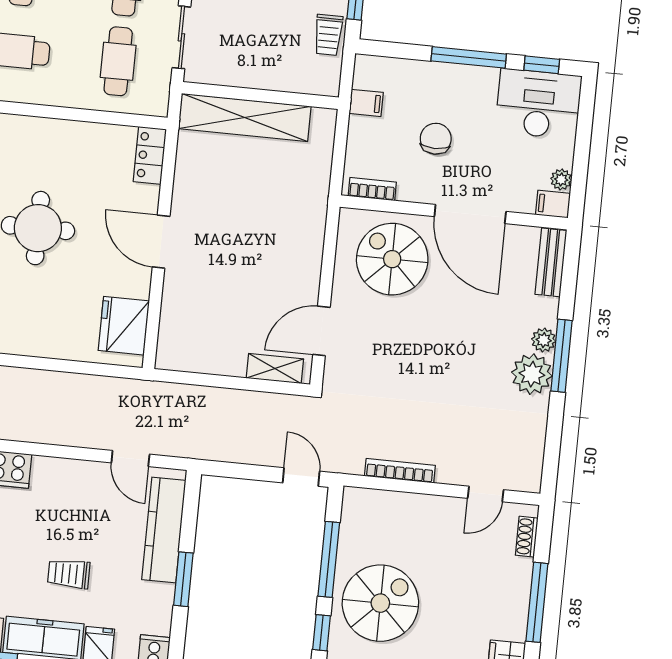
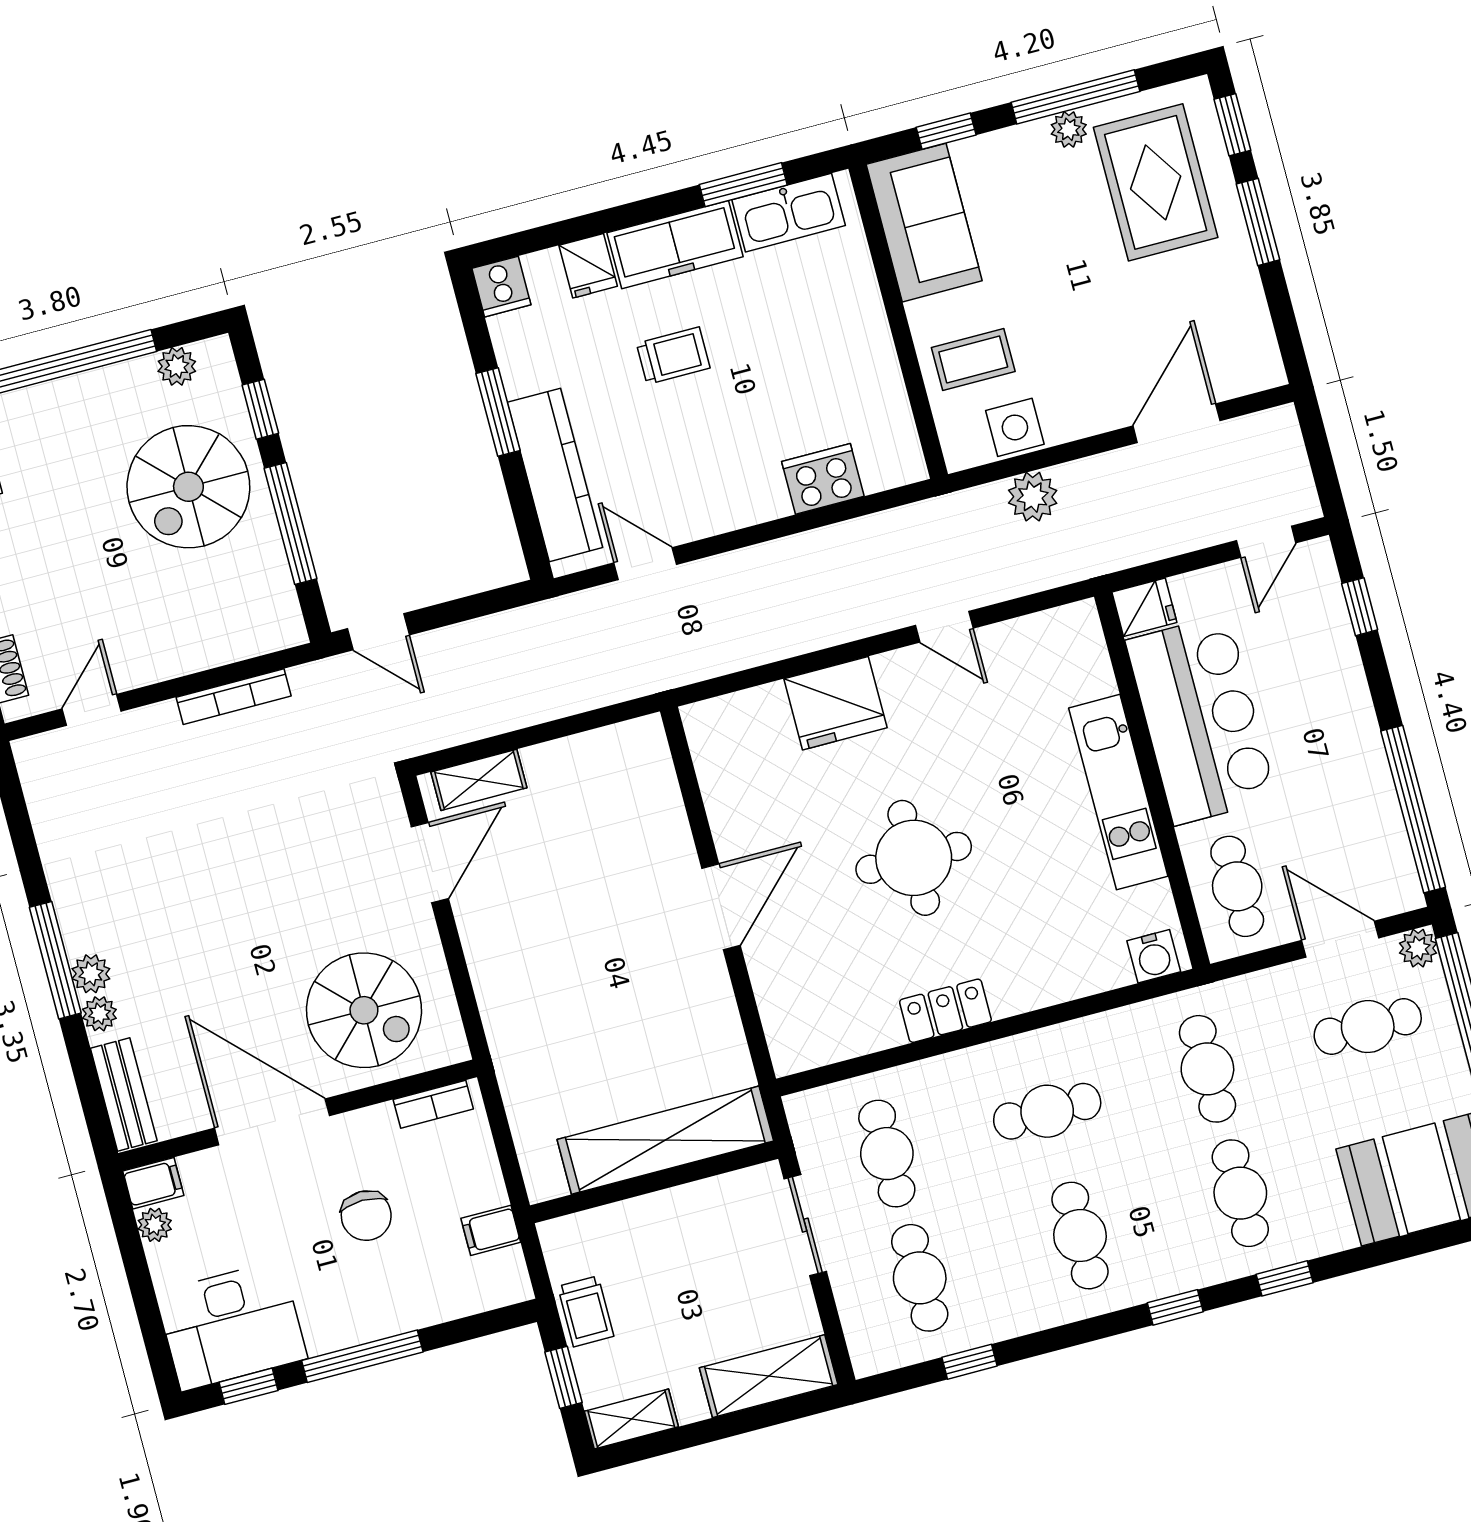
trolley: (328, 35) -> (586, 1311), turned 180
locker: (150, 155) -> (945, 1011), moved, turned -90
door: (161, 242) -> (721, 907), hinge flipped
fridge: (124, 326) -> (835, 703), moved, turned 90
plant: (532, 374) -> (99, 1014), moved, width x0.53, depth x0.53

